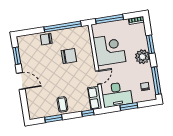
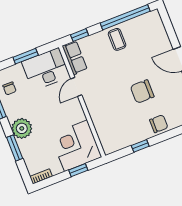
window: (109, 19) -> (78, 170), width x0.46
window: (63, 27) -> (140, 146), width x0.32
corner desk: (109, 50) -> (76, 146), moved, turned 90
chair: (69, 56) -> (142, 92), moved
window: (53, 119) -> (125, 17), width x2.11

